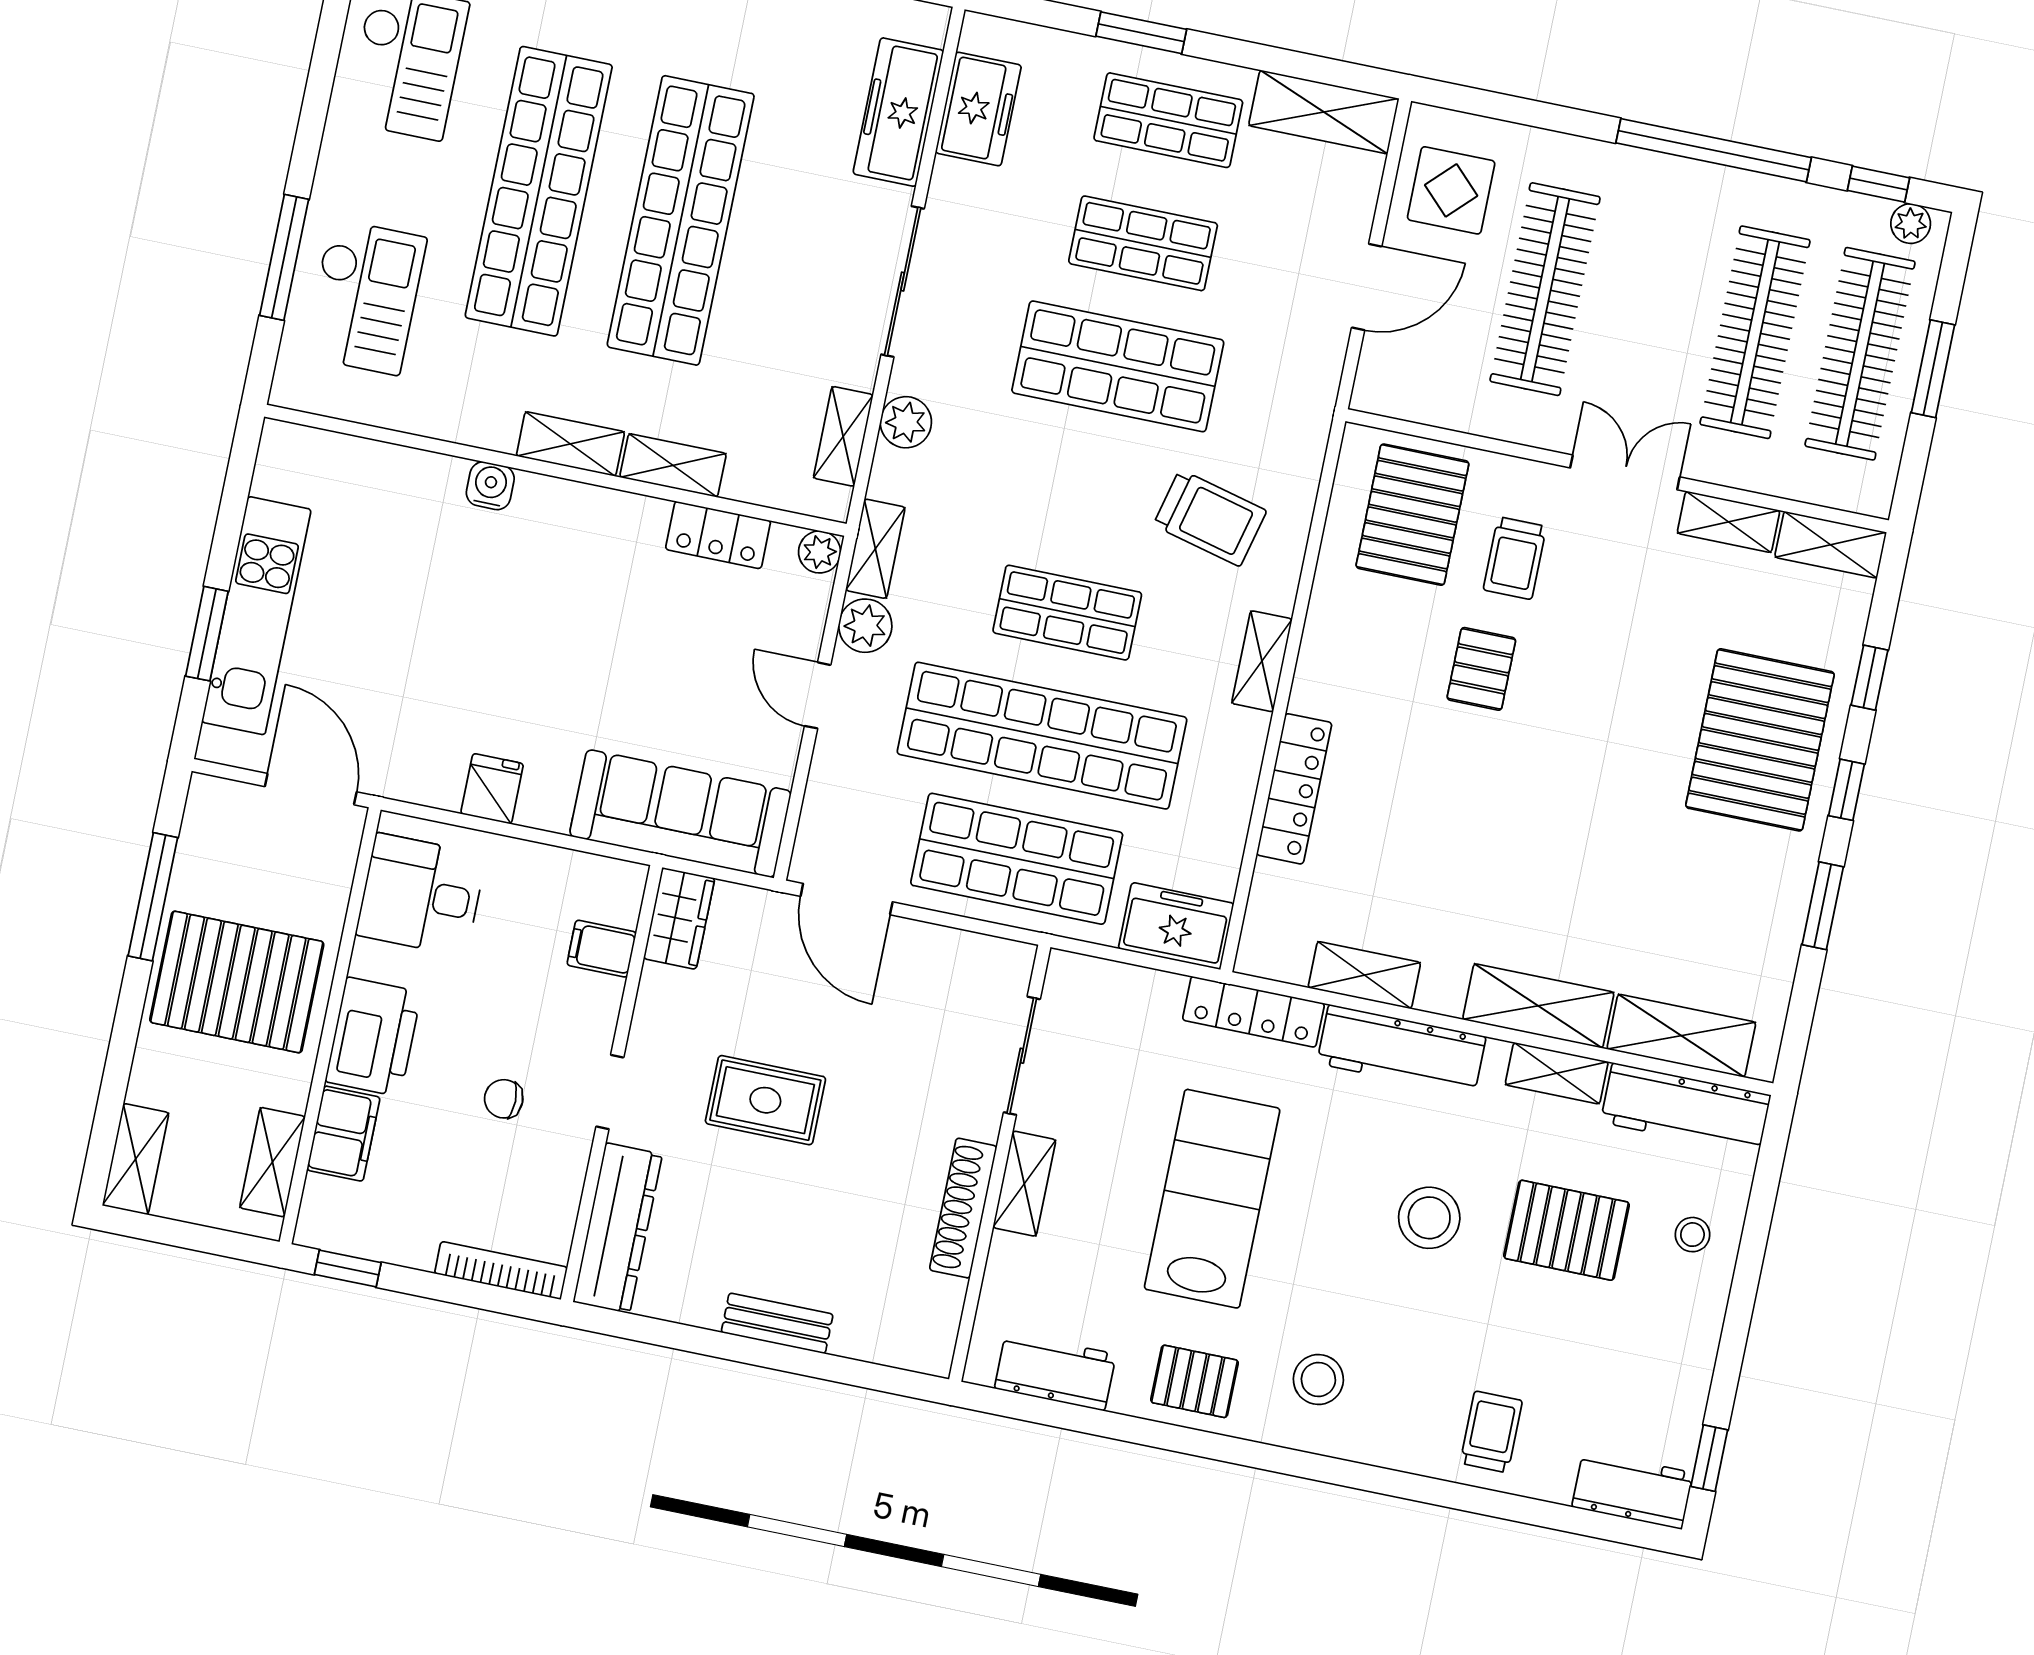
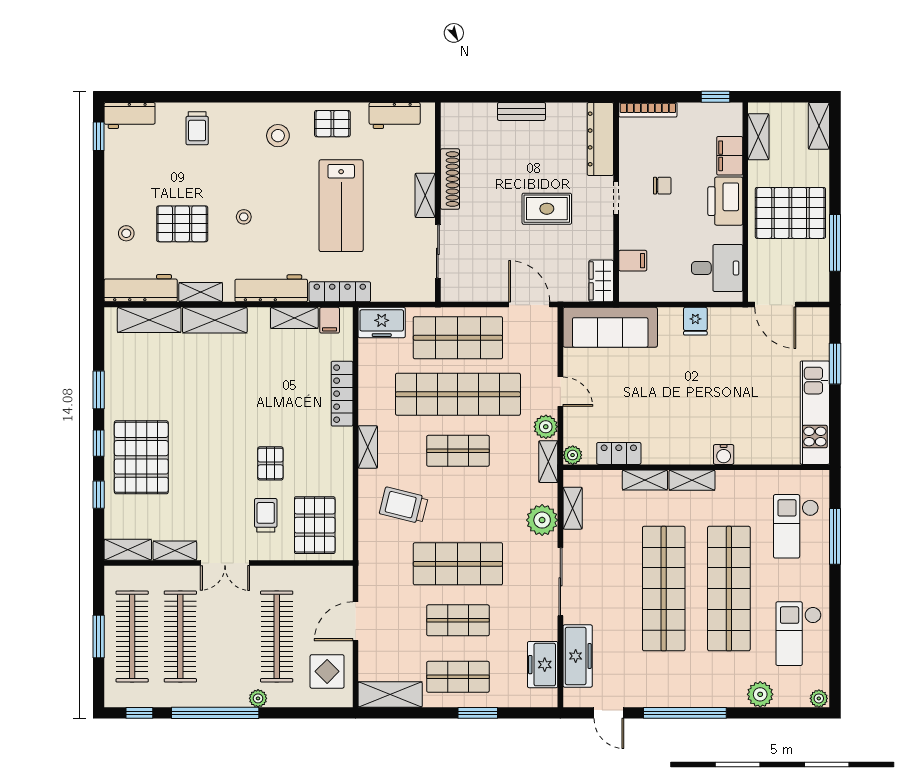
plant: (1911, 224) -> (258, 698), moved
plant: (906, 422) -> (542, 520), width x1.36, depth x1.36
kitchen unit: (256, 616) -> (815, 413), moved
filing cabinet: (1288, 954) -> (330, 320), added
stool: (1429, 1218) -> (244, 217), width x0.53, depth x0.53

